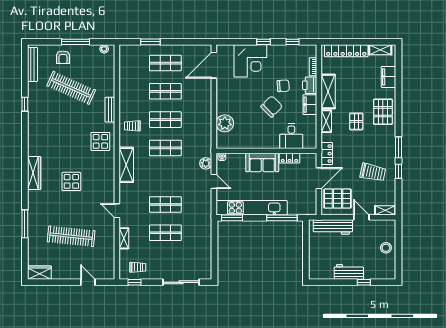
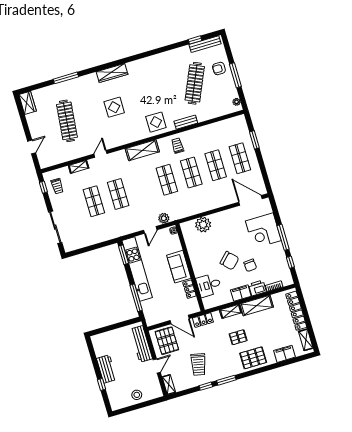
window: (264, 42) -> (283, 237), width x2.17
window: (25, 104) -> (195, 40), moved

